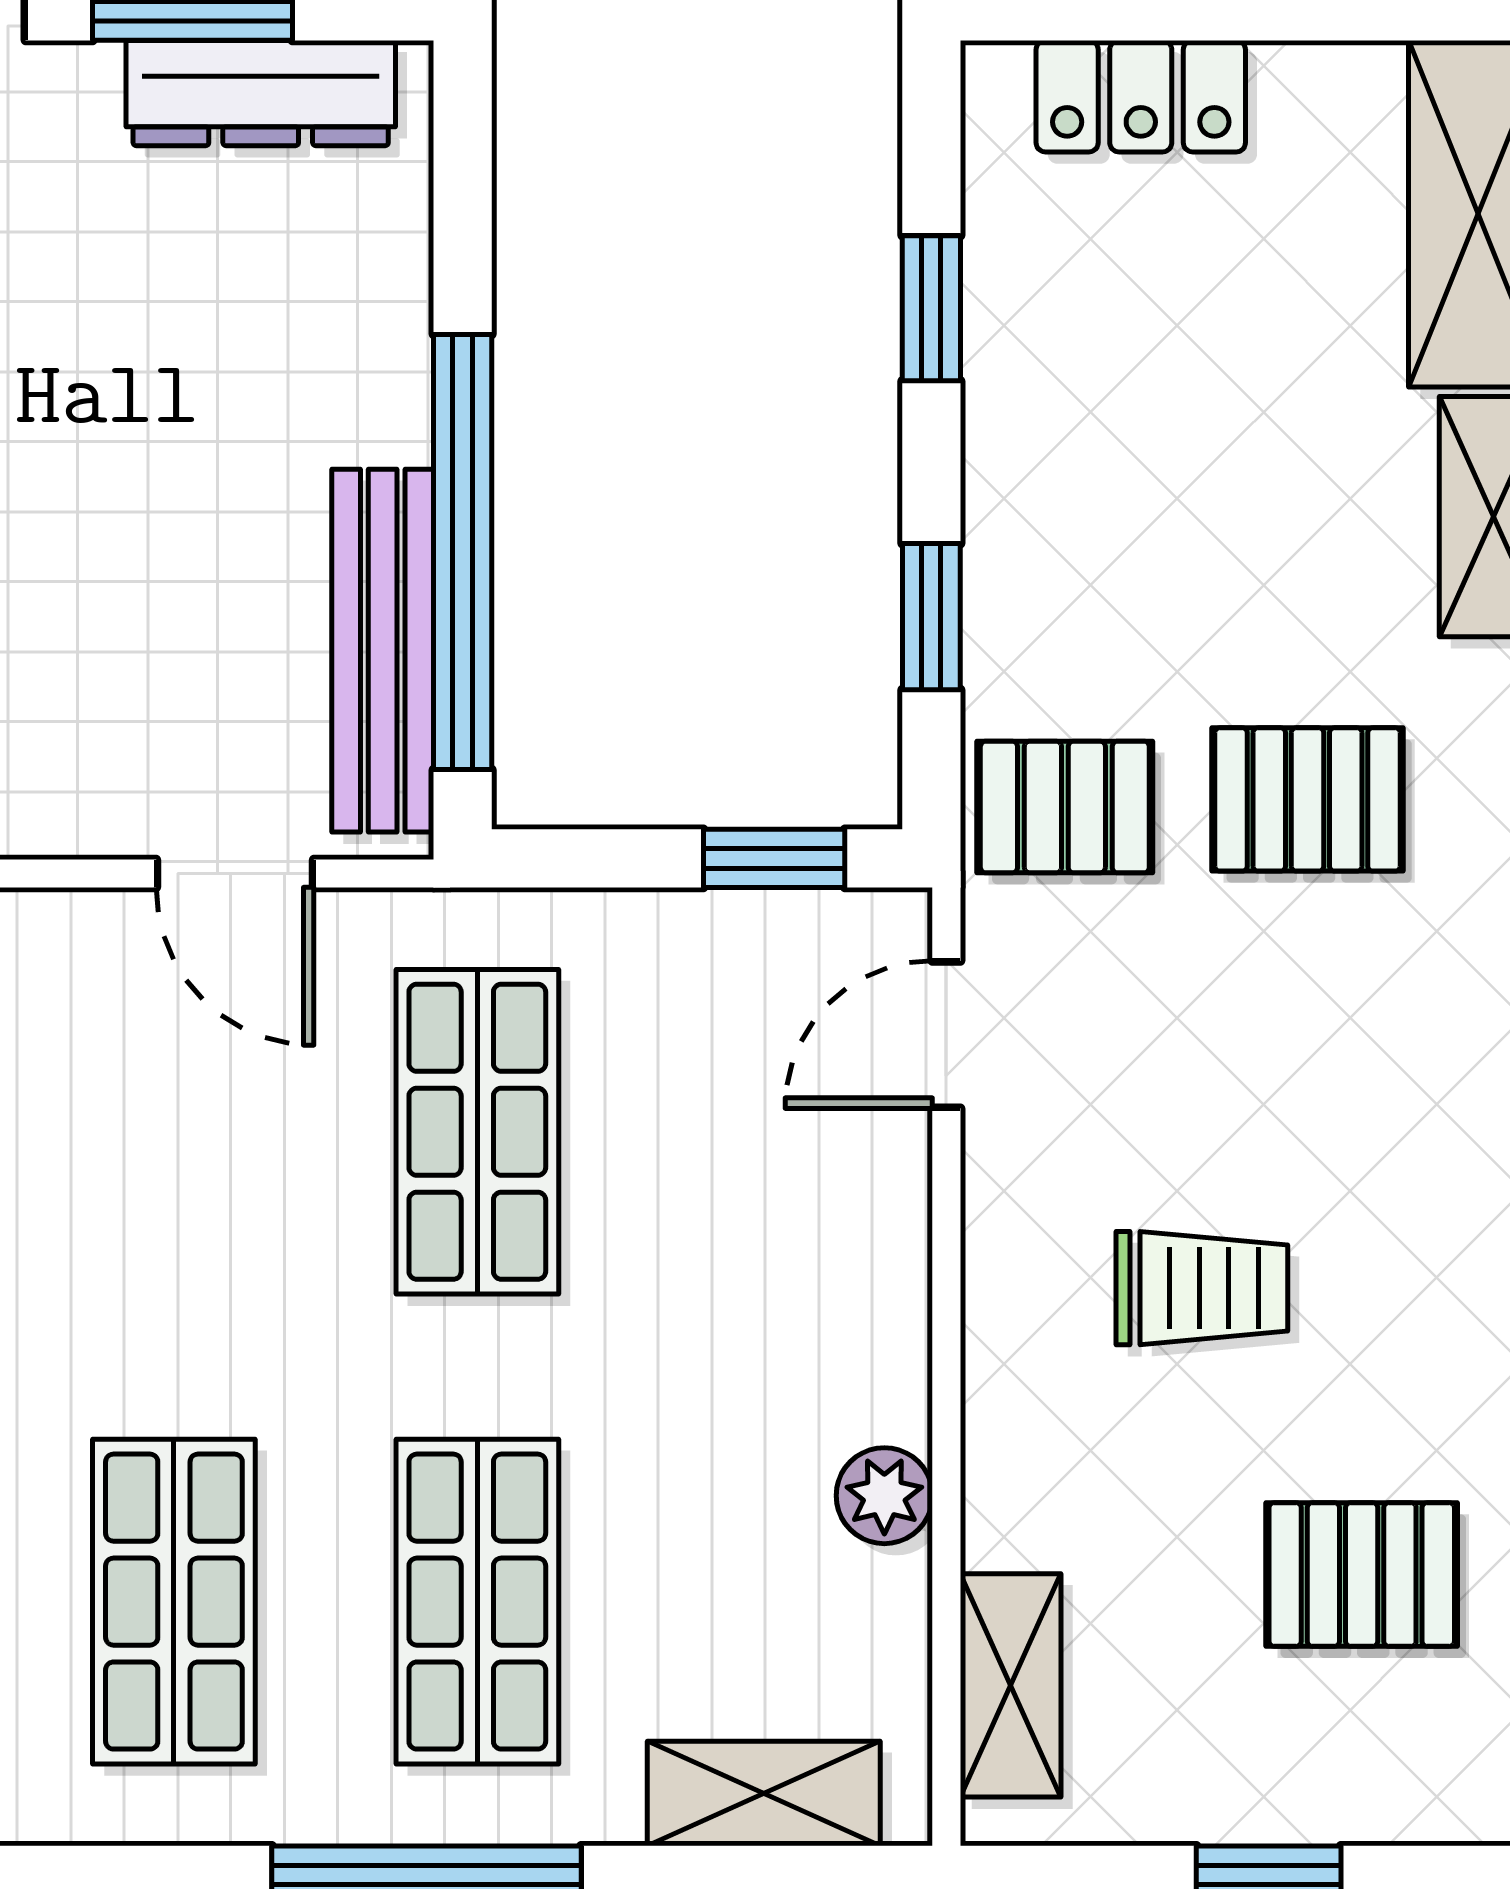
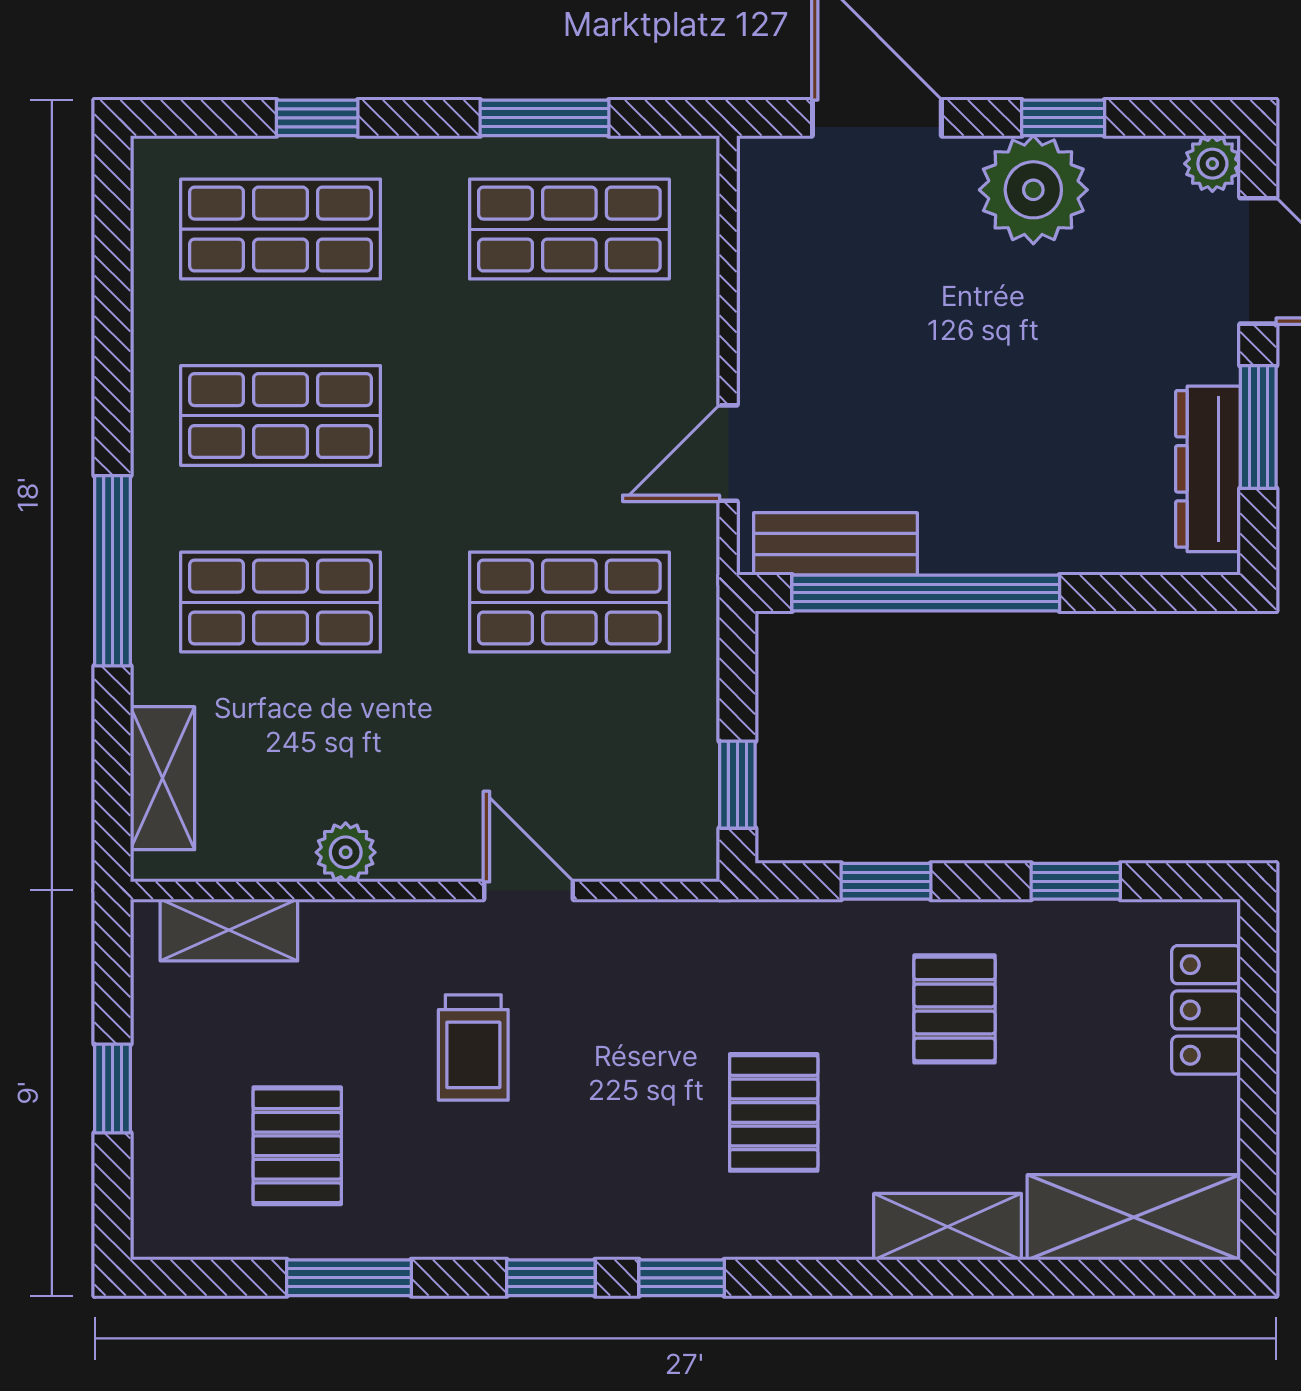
bench: (383, 651) -> (835, 544), width x0.73
pallet: (1065, 807) -> (955, 1009), moved
door: (946, 1035) -> (529, 890), moved

